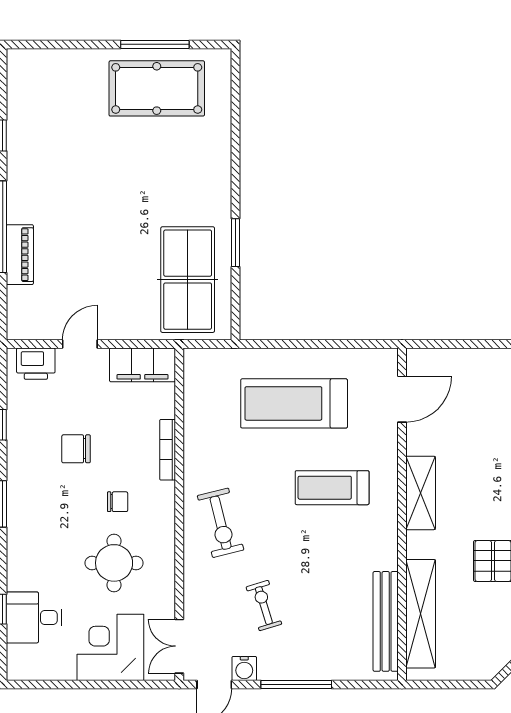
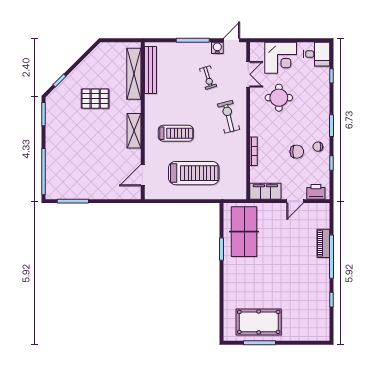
chair: (118, 502) -> (318, 147), moved
desk: (34, 617) -> (317, 54), moved
double door: (179, 646) -> (248, 74), moved

